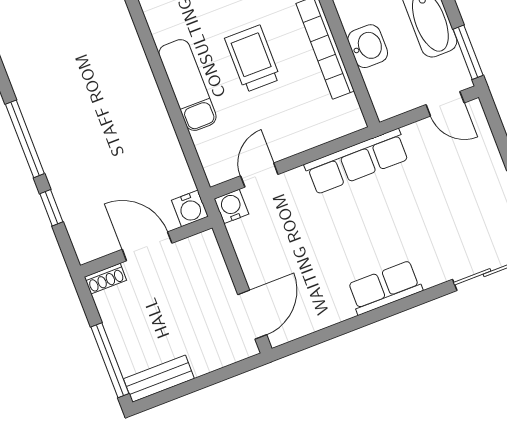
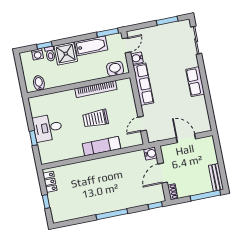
washbasin: (368, 46) -> (115, 69), moved
door: (259, 175) -> (142, 124), hinge flipped
water cooler: (231, 206) -> (137, 58), moved
window: (51, 208) -> (155, 206), moved
door: (252, 315) -> (186, 138), moved

